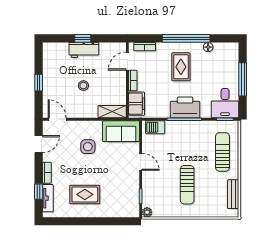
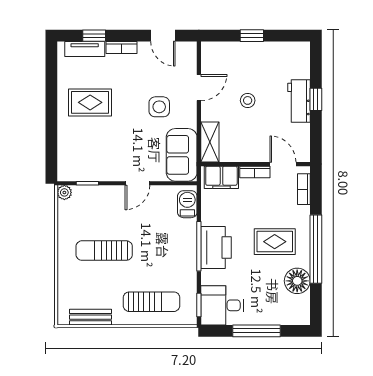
floor lamp: (208, 47) -> (297, 281), width x1.89, depth x1.89
door: (57, 119) -> (199, 88), moved
rug: (85, 194) -> (90, 102), turned 90

